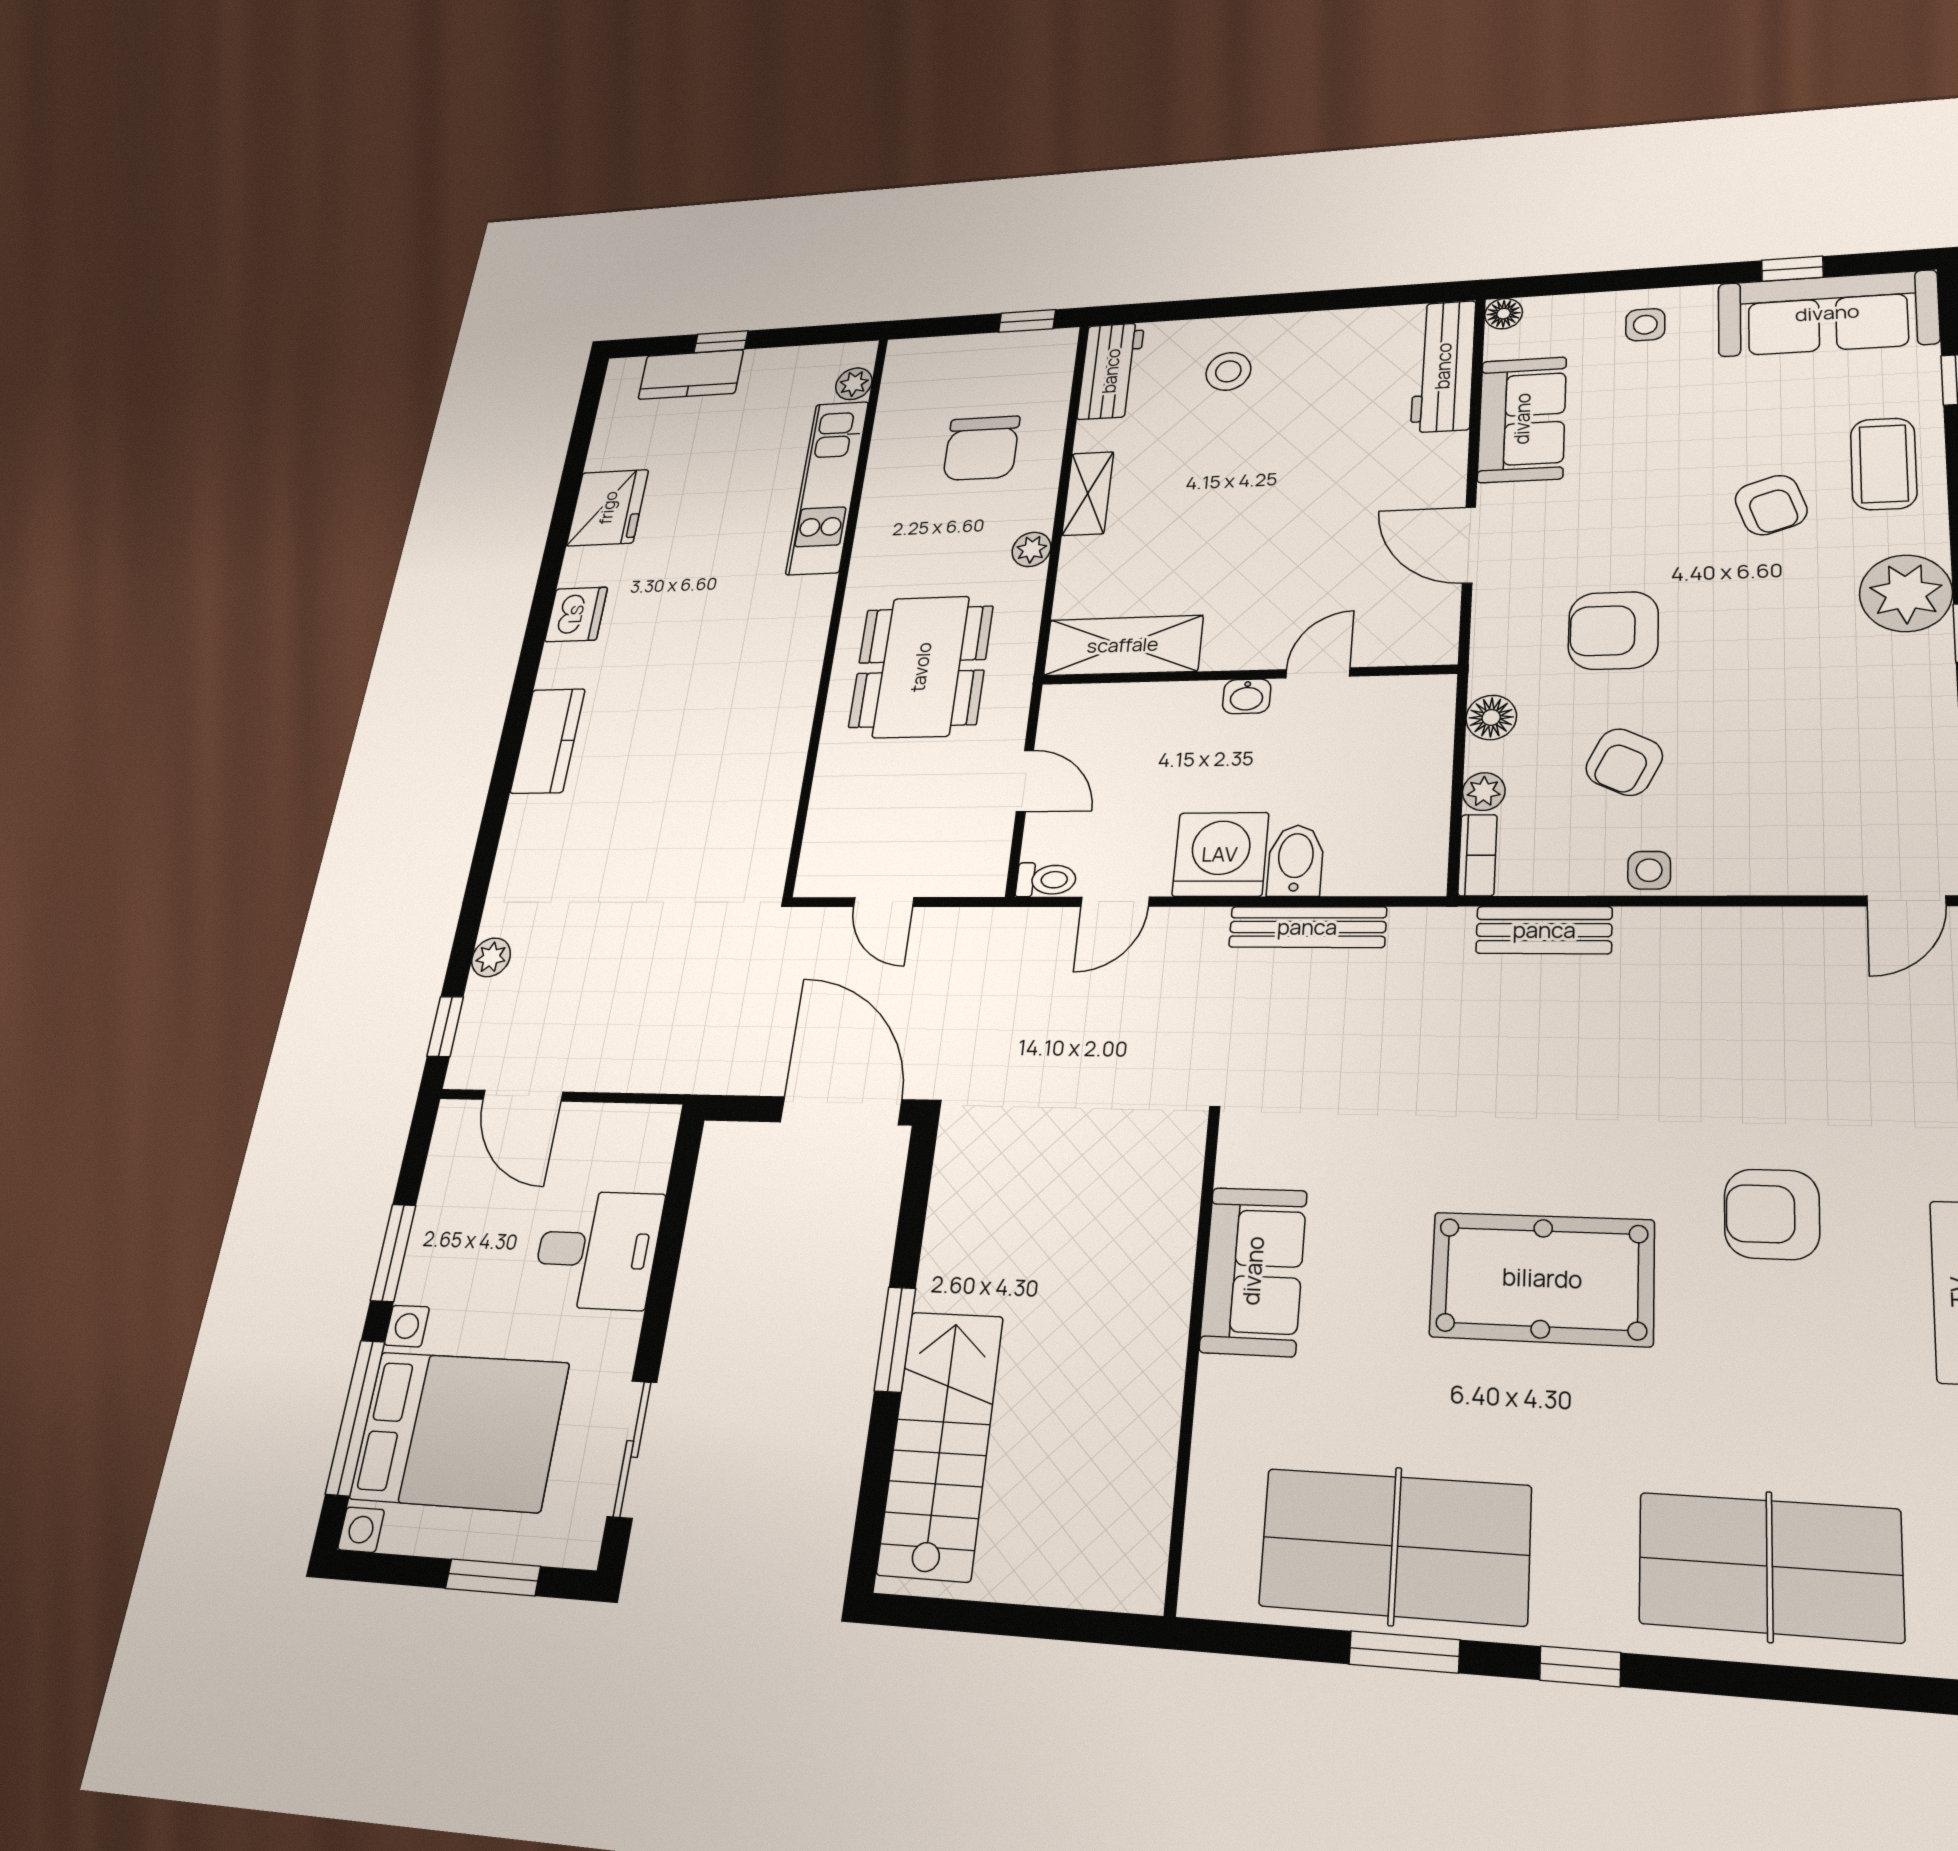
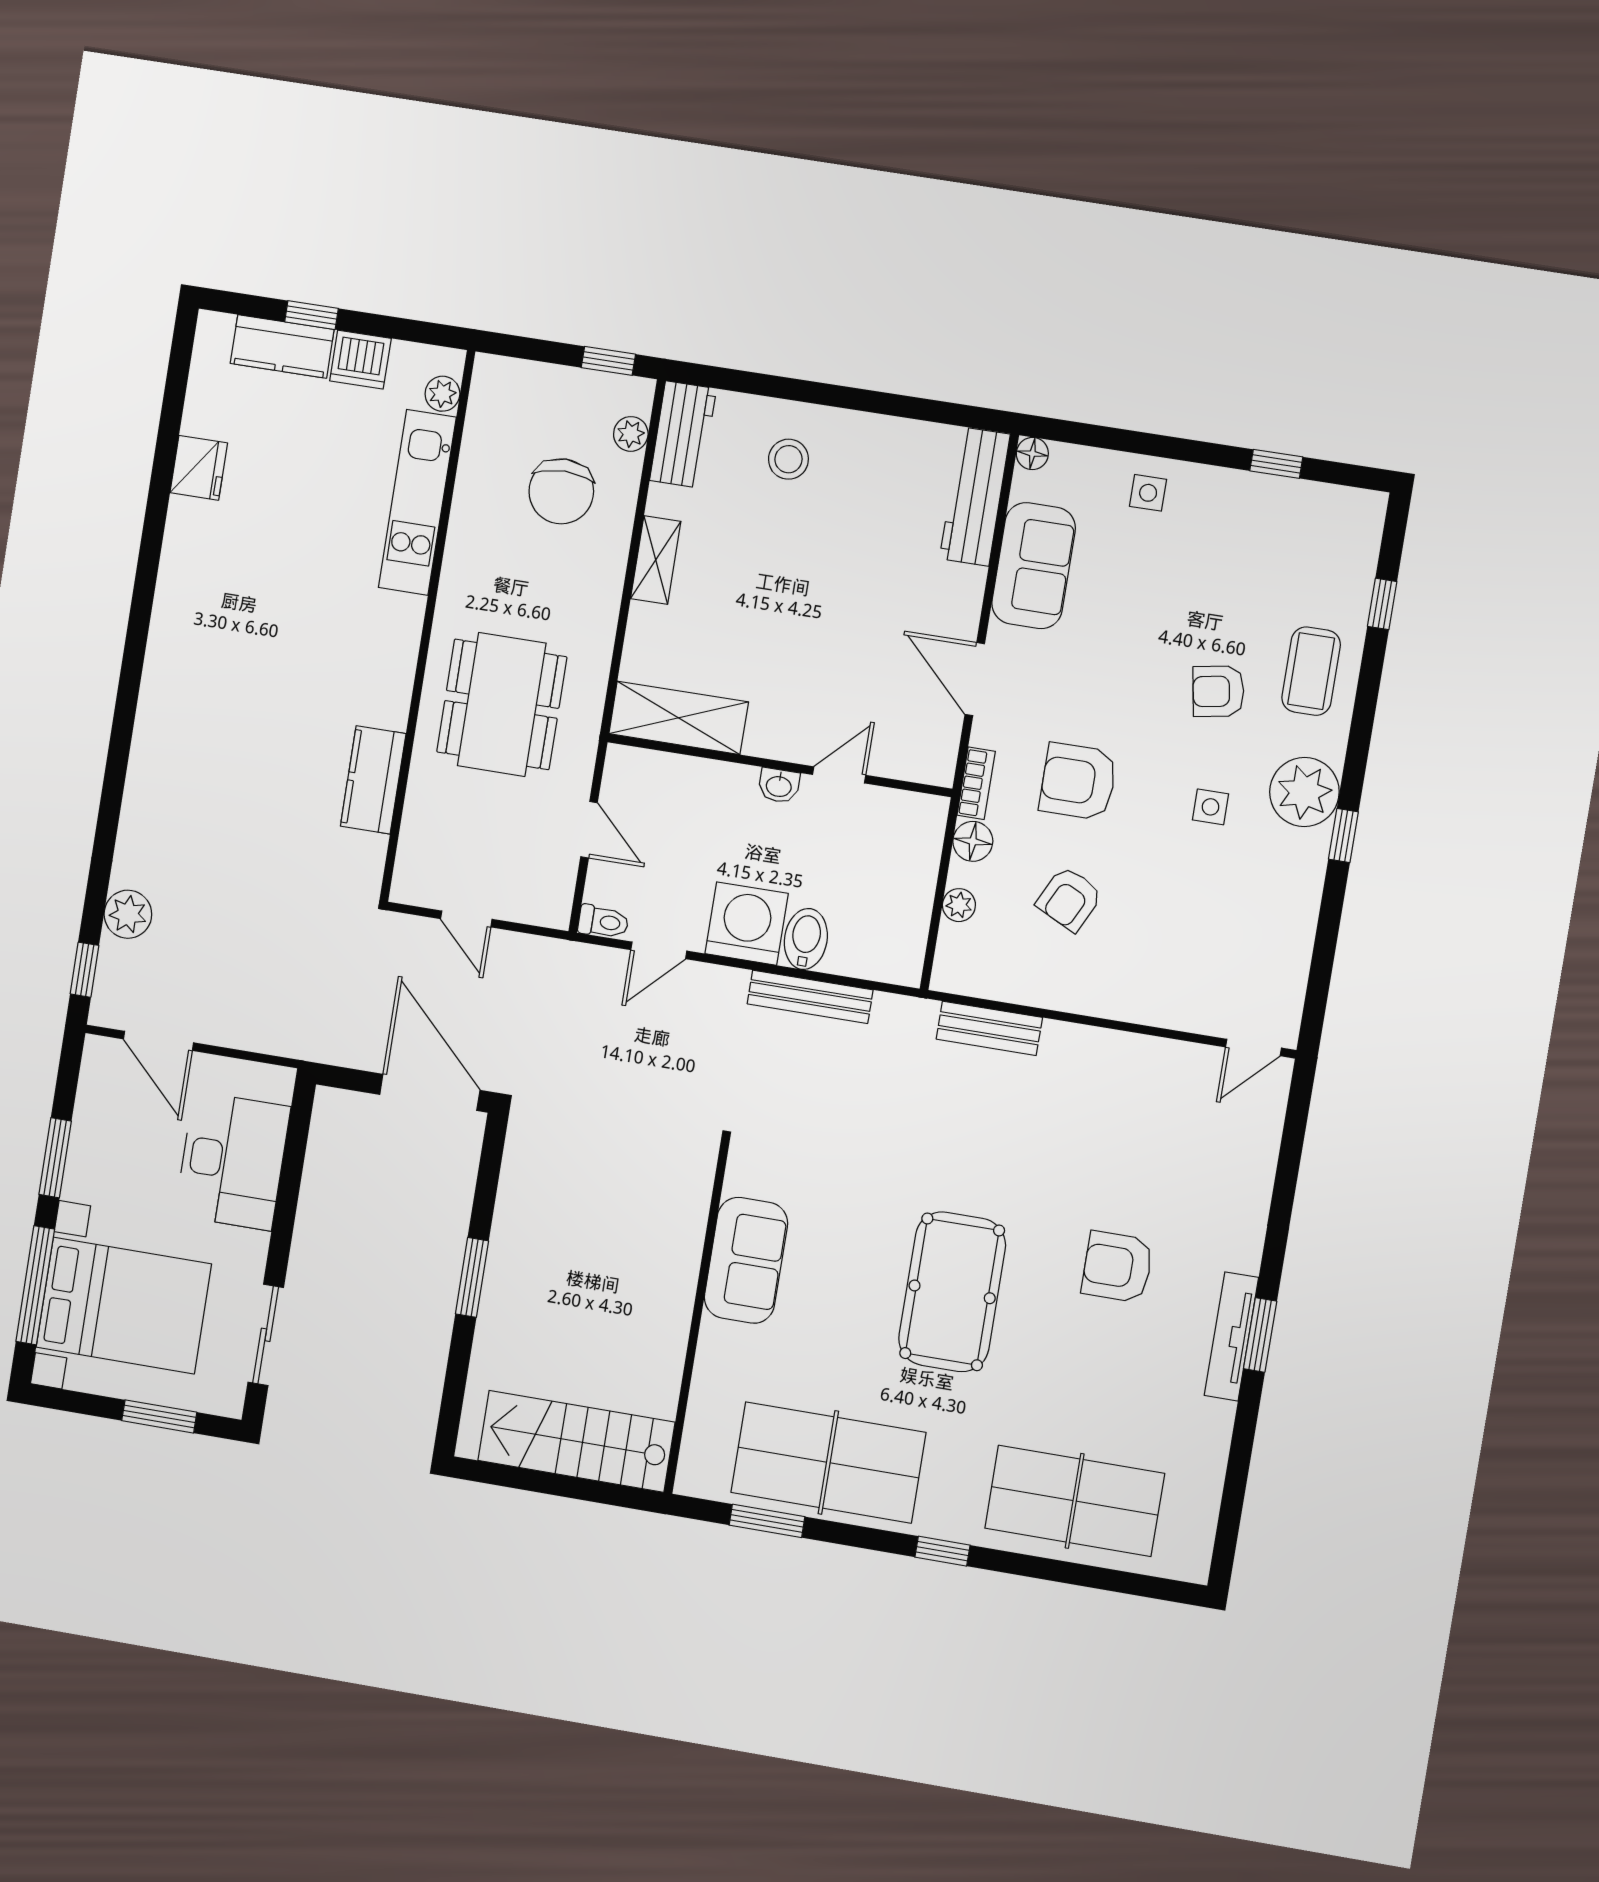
sofa: (1827, 313) -> (1296, 516), removed
armchair: (1771, 505) -> (1218, 691), turned 99
fridge: (608, 508) -> (199, 468), width x0.73, depth x0.75
plant: (1031, 549) -> (631, 434), moved
dishwasher: (576, 614) -> (360, 360), moved, turned 90
kitchen counter: (548, 741) -> (373, 780), moved, turned 180
bookcase: (1478, 855) -> (976, 783), moved
side table: (1649, 870) -> (1211, 807), moved
plant: (491, 957) -> (128, 914), width x1.38, depth x1.38
desk: (597, 1250) -> (233, 1161), width x1.37
pool table: (1542, 1278) -> (952, 1292), turned 90
stairs: (941, 1444) -> (576, 1441), moved, turned -90
window: (1404, 1652) -> (767, 1521), moved

